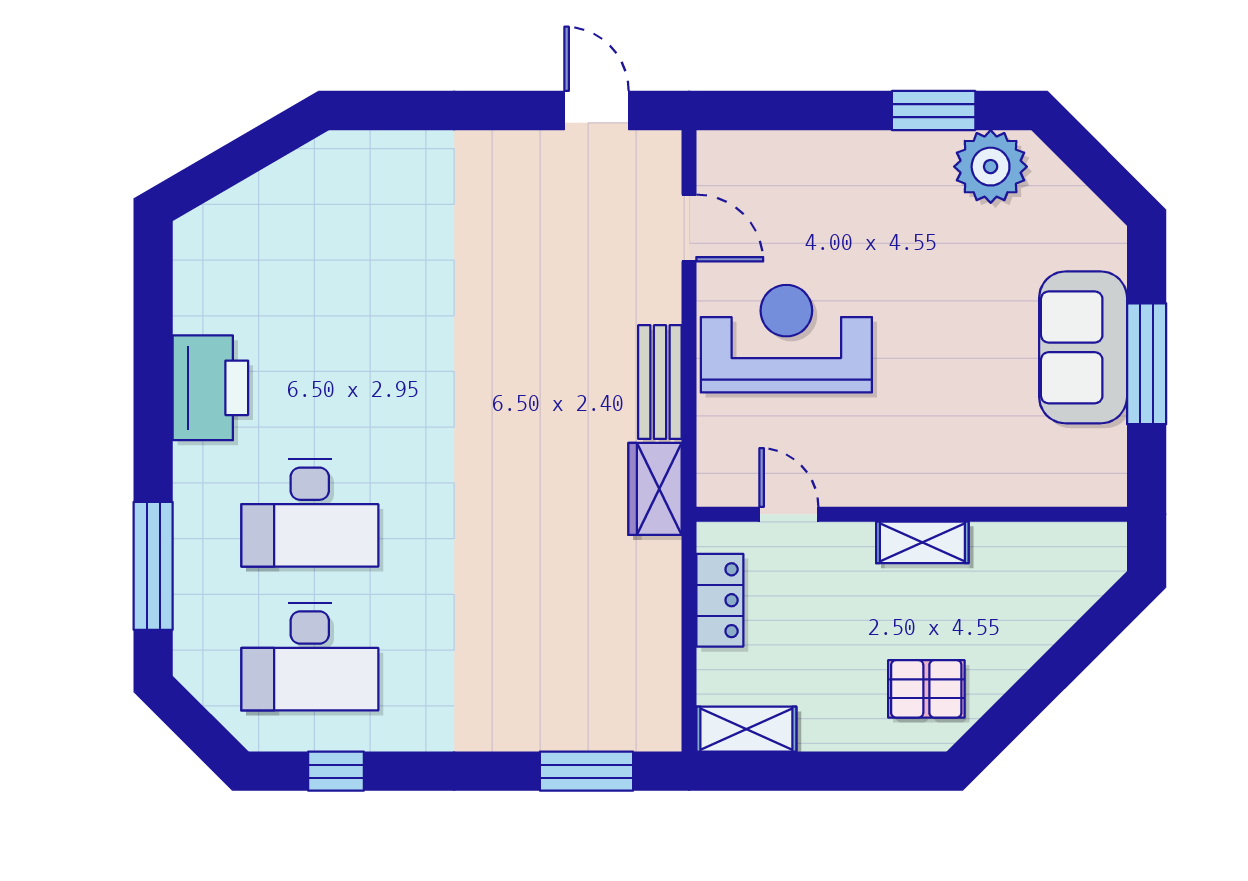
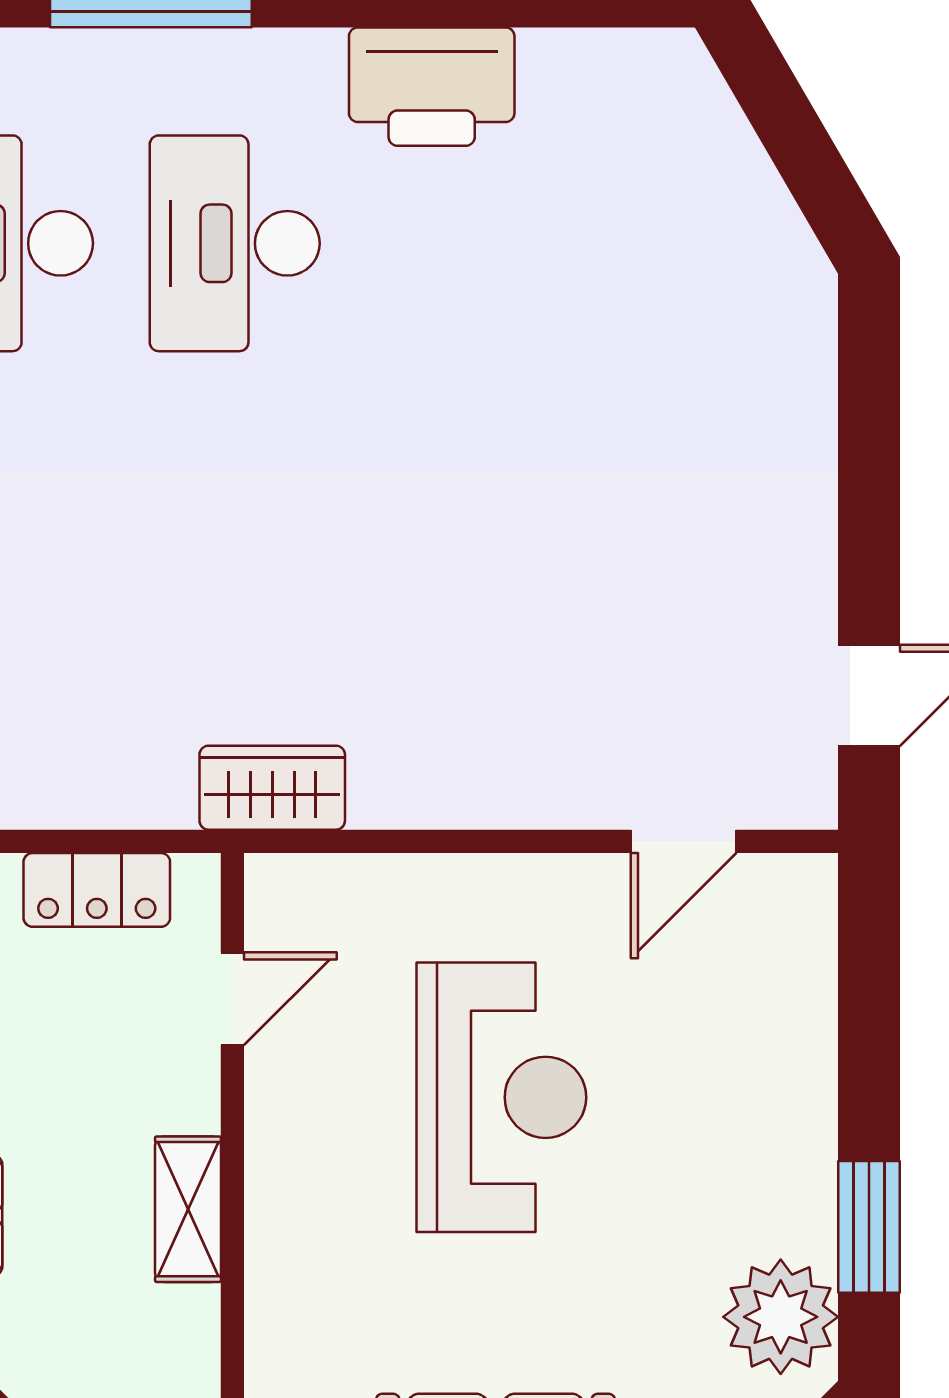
reception desk: (786, 339) -> (501, 1097), moved
bench: (660, 382) -> (441, 796), removed

